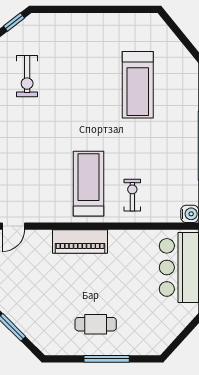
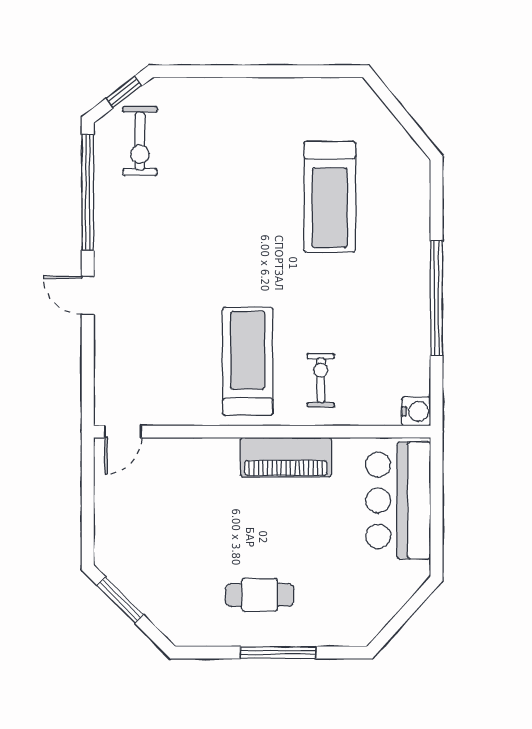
exercise bike: (27, 76) -> (140, 141), moved
piano: (80, 241) -> (286, 457), moved

